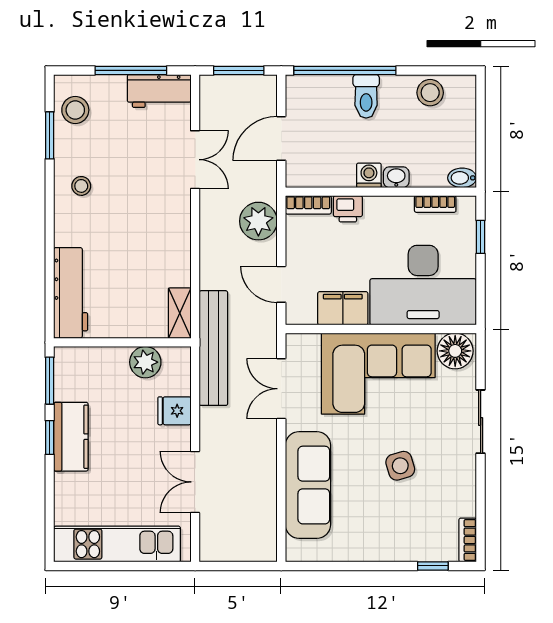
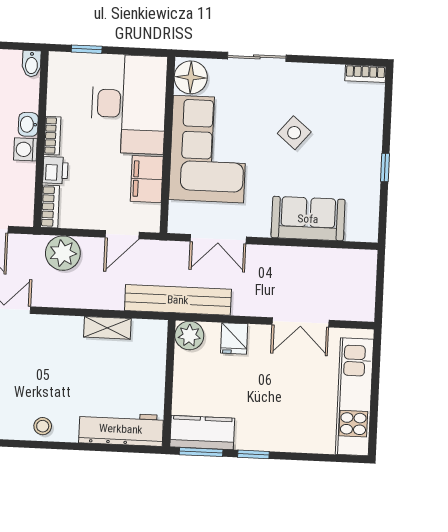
stool: (81, 186) -> (43, 426), moved
bookcase: (435, 204) -> (52, 136), moved
shelving: (180, 313) -> (107, 328), moved
plant: (145, 362) -> (189, 335), moved
kitchen counter: (71, 437) -> (202, 433), moved
side table: (400, 466) -> (294, 133), turned -34
sofa: (308, 485) -> (308, 219), width x0.73
window: (433, 566) -> (385, 167), moved

